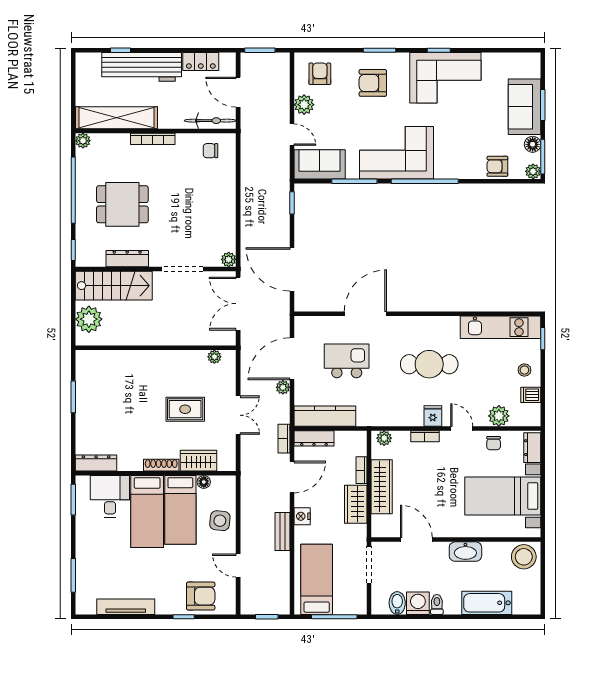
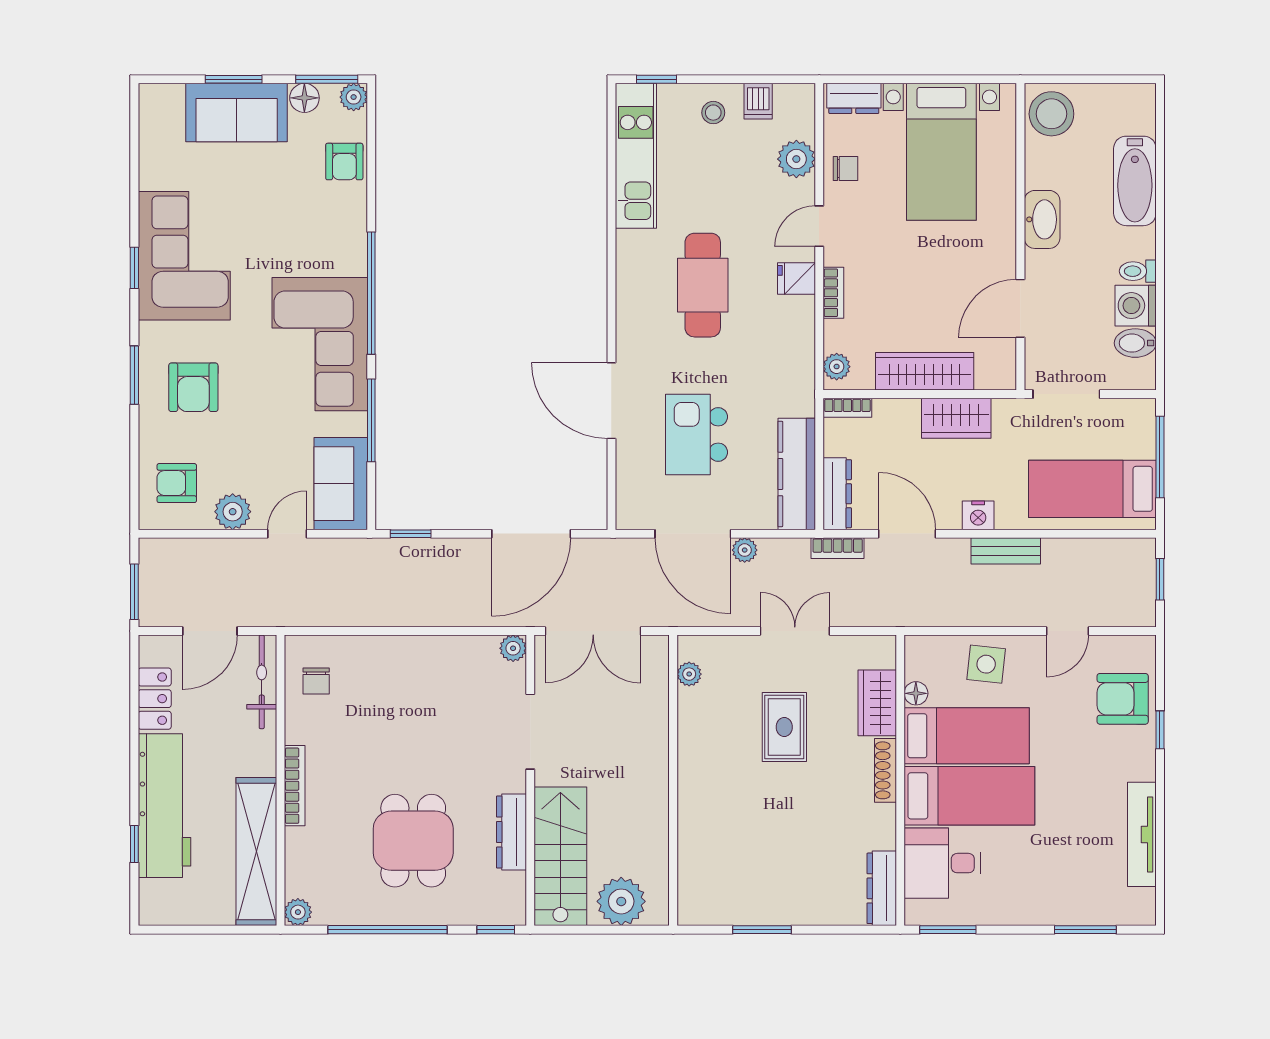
bookcase: (361, 470) -> (847, 408), moved
armchair: (201, 596) -> (1123, 699), turned -90

